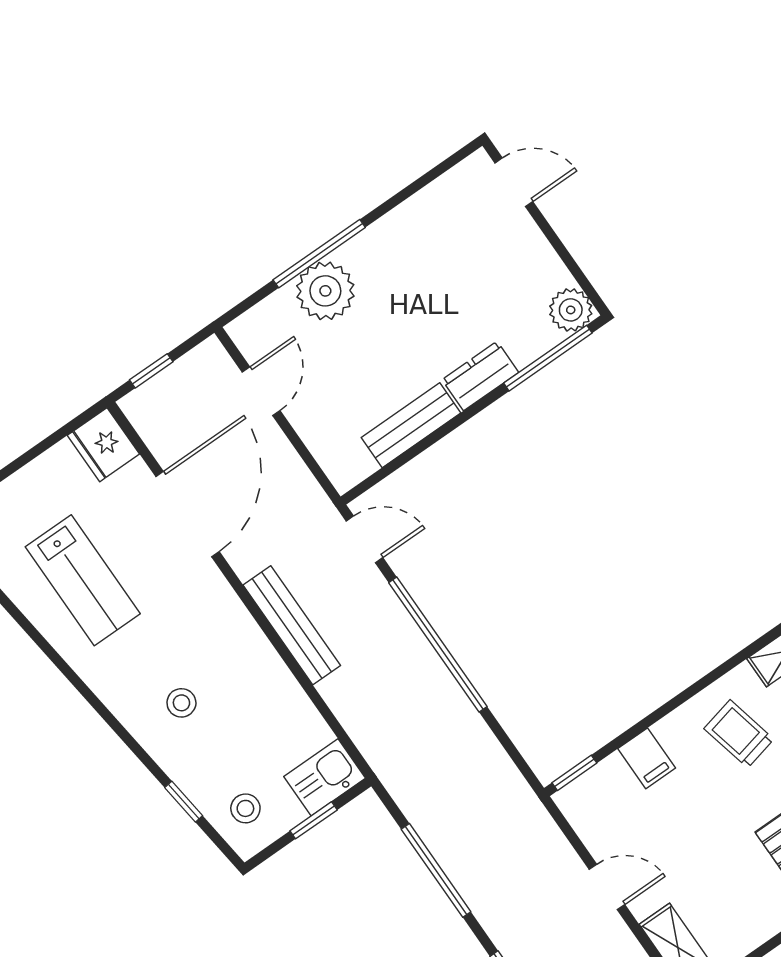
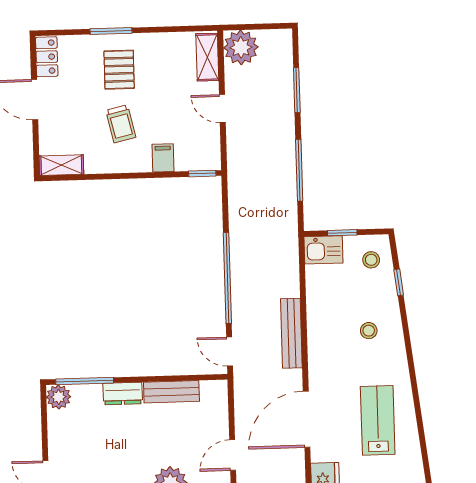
trolley: (739, 734) -> (121, 124), moved

